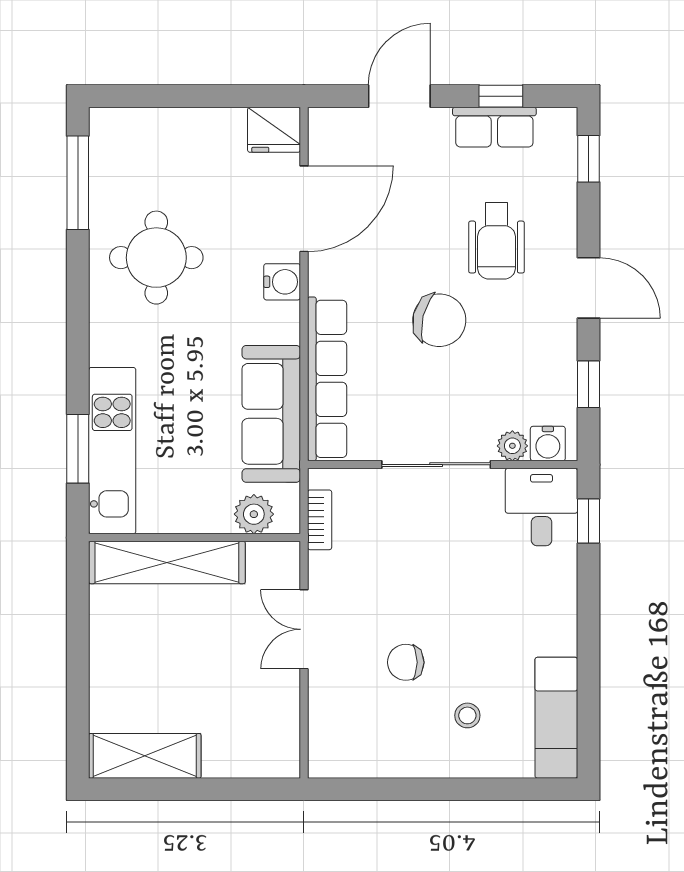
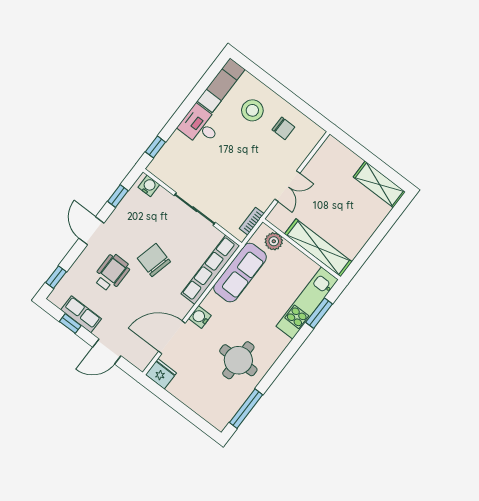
plant: (512, 446) -> (162, 195), removed
desk: (541, 507) -> (200, 126), moved, turned 90
chair: (406, 662) -> (283, 128), moved
stool: (467, 715) -> (252, 110), width x1.89, depth x1.89

